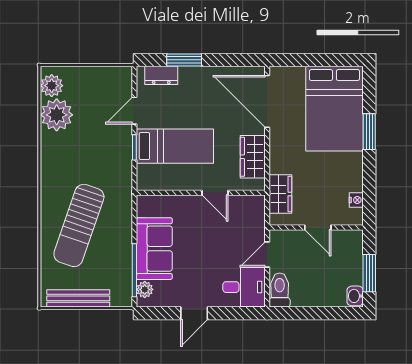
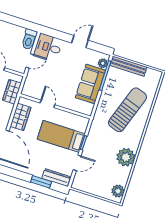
dresser: (161, 75) -> (56, 177), width x1.44
plant: (57, 115) -> (126, 157), moved
bench: (78, 298) -> (128, 66), moved

